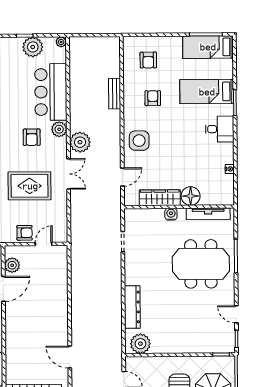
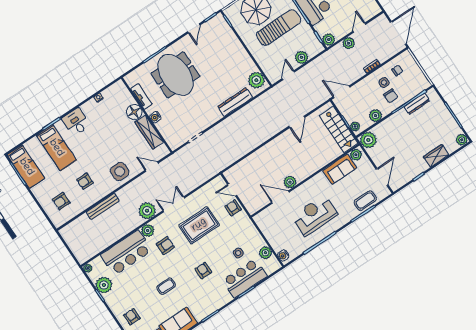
armchair: (148, 60) -> (61, 201), turned 180
bench: (115, 94) -> (103, 206), width x1.36
rug: (30, 186) -> (199, 225), turned 90
tv unit: (208, 214) -> (141, 96), width x0.71
plant: (12, 265) -> (290, 182), moved

